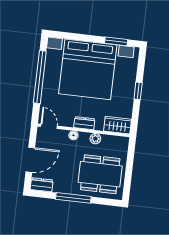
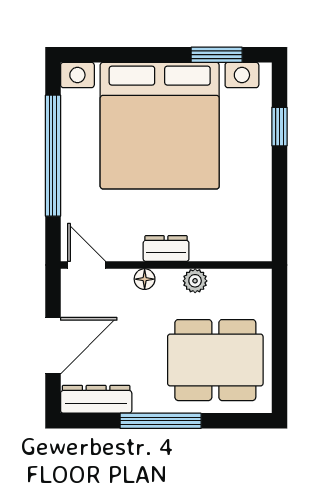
window: (138, 91) -> (279, 127), moved
wardrobe: (118, 125) -> (242, 244), removed
dresser: (42, 185) -> (96, 399), width x1.44

